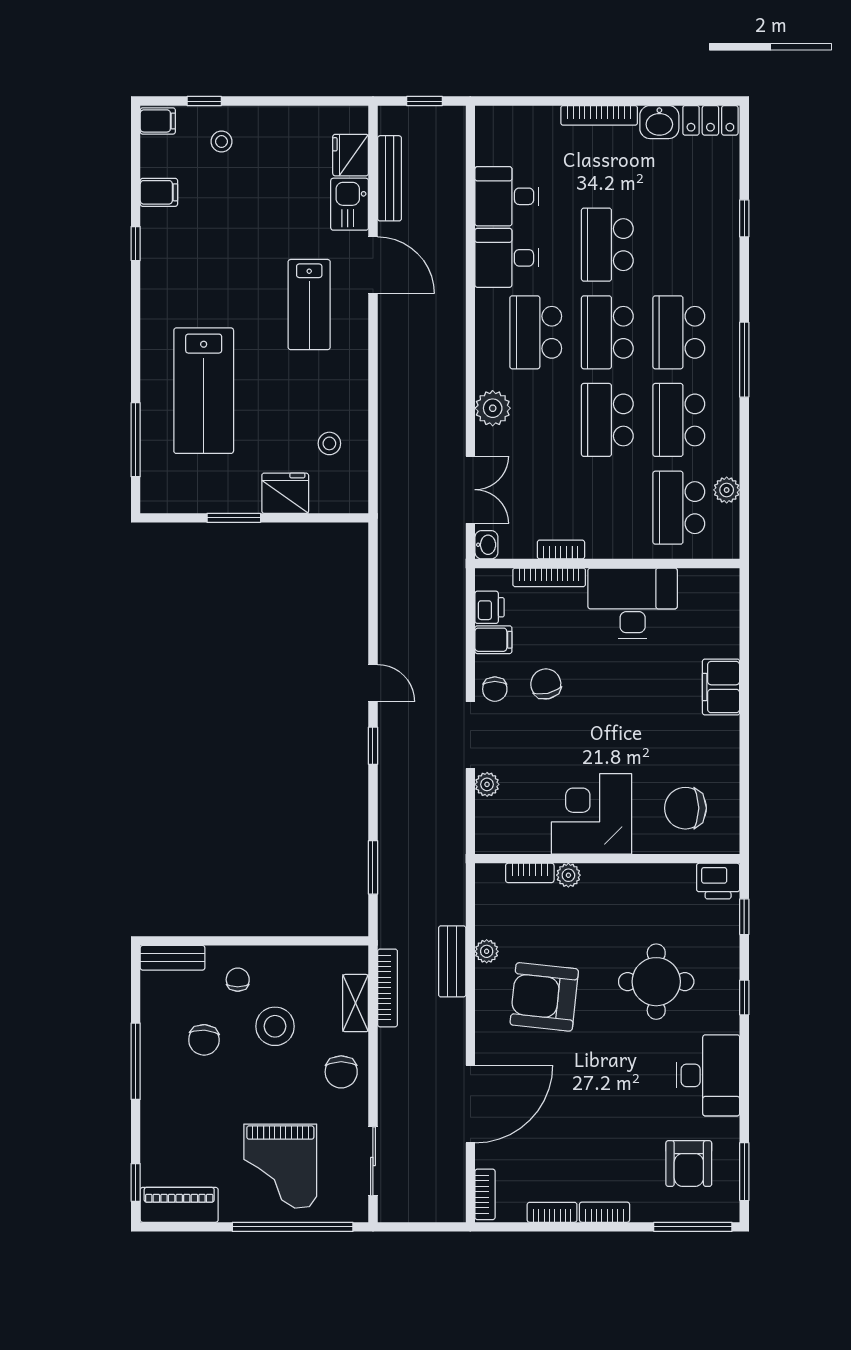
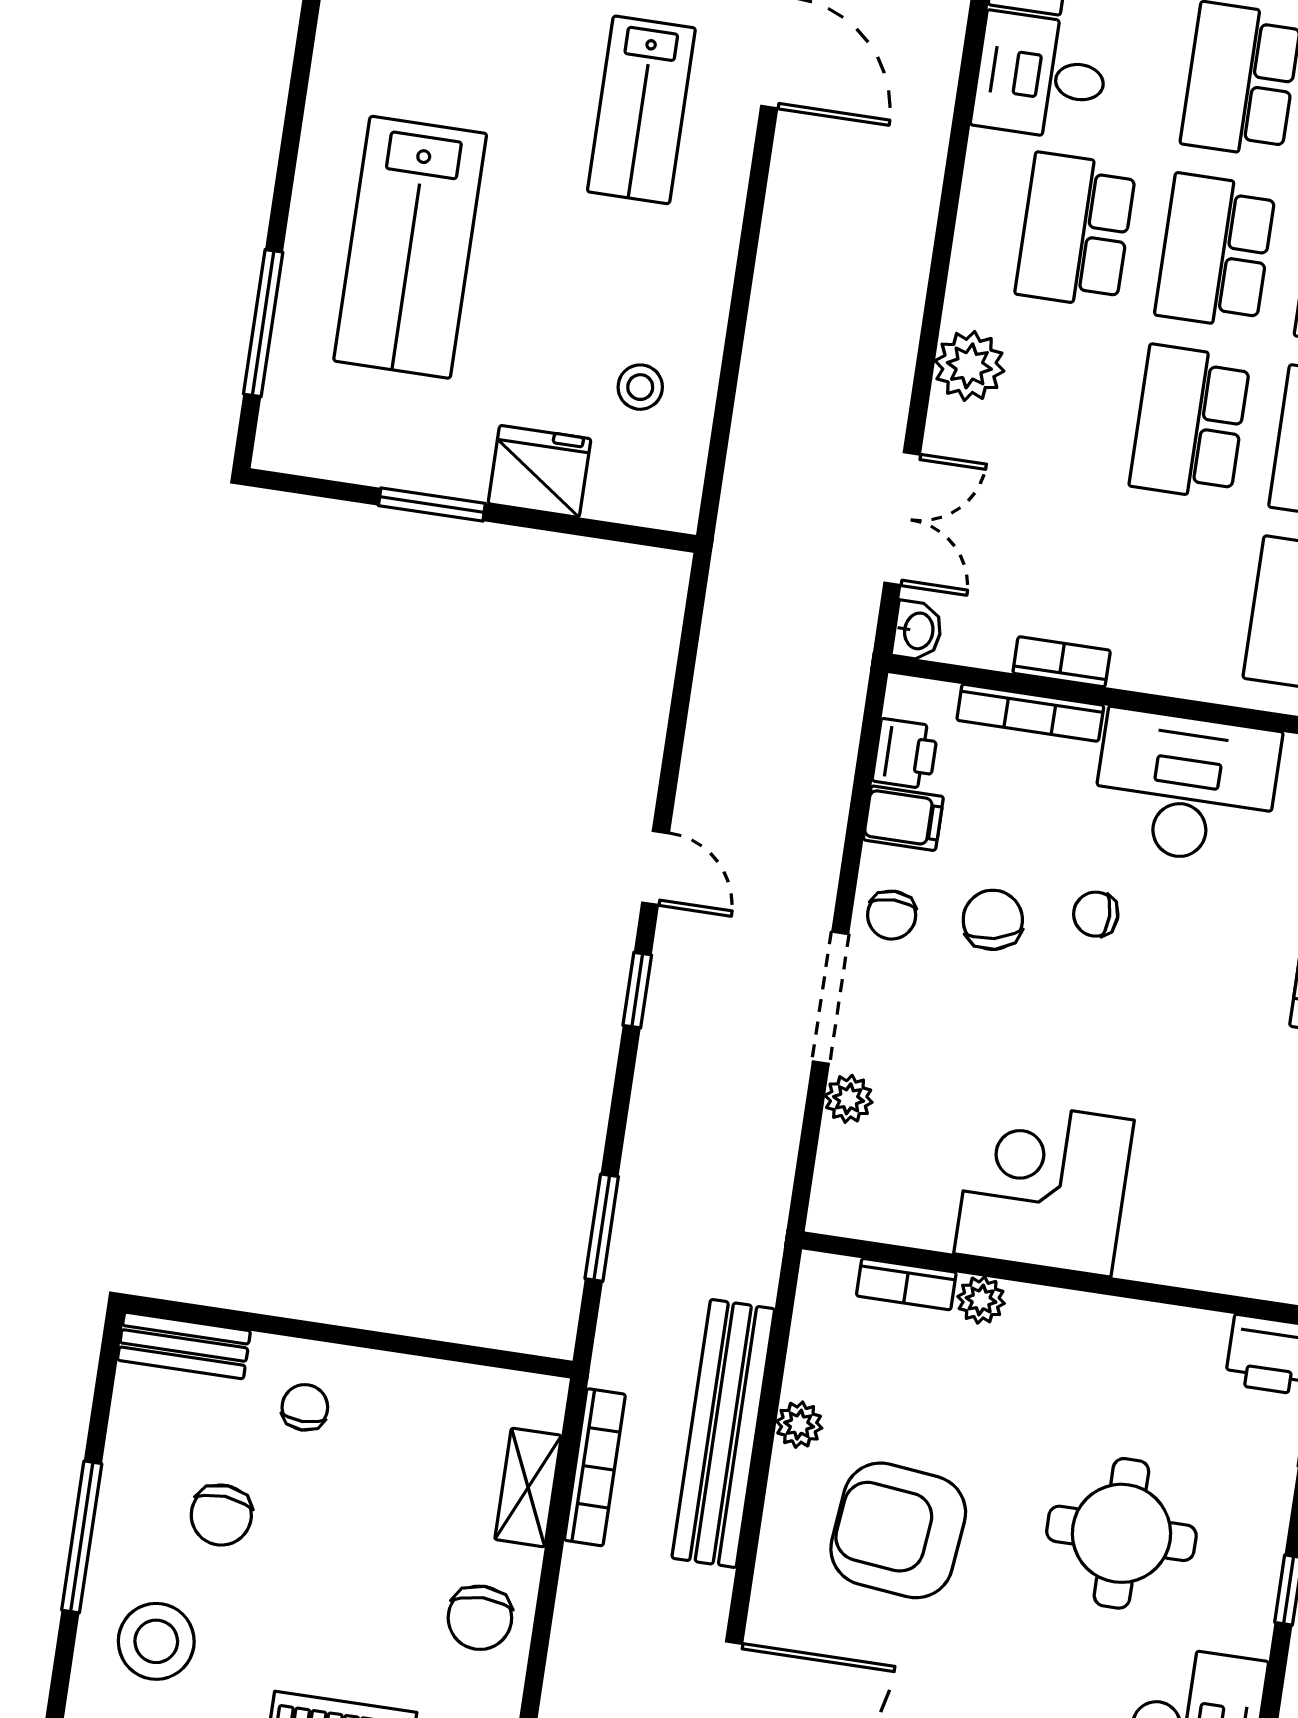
chair: (685, 808) -> (1096, 914), moved, width x0.54, depth x0.54
bench: (452, 961) -> (723, 1433), width x1.86, depth x1.21
stool: (275, 1026) -> (156, 1641), moved

